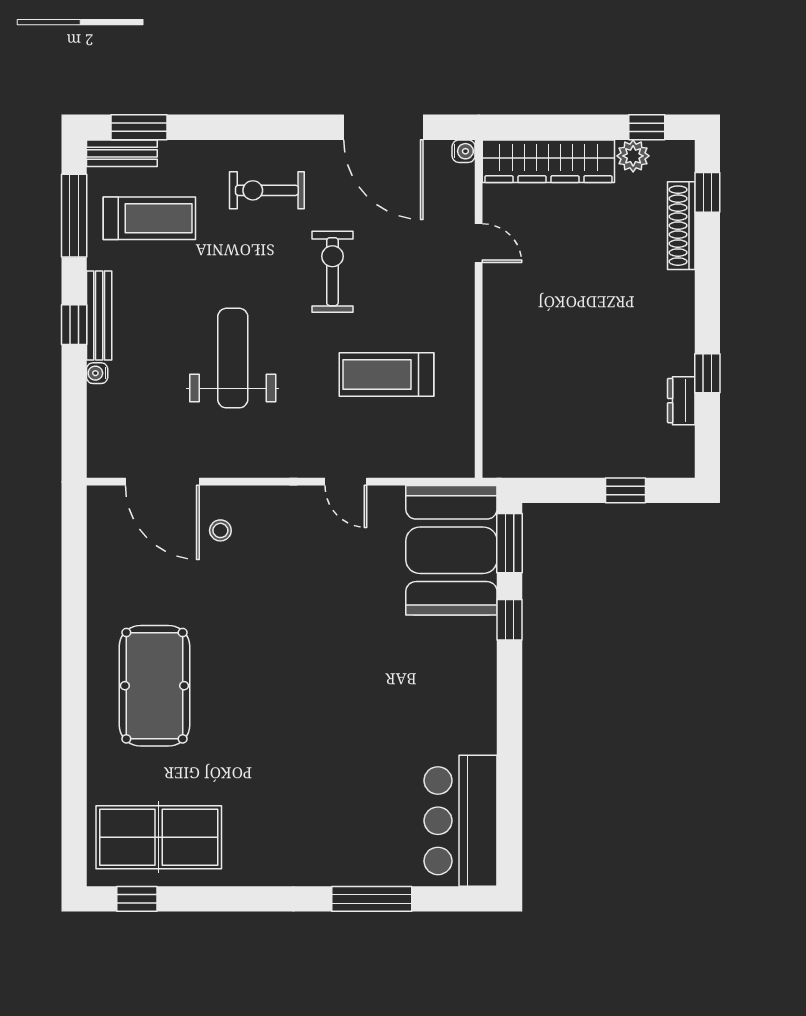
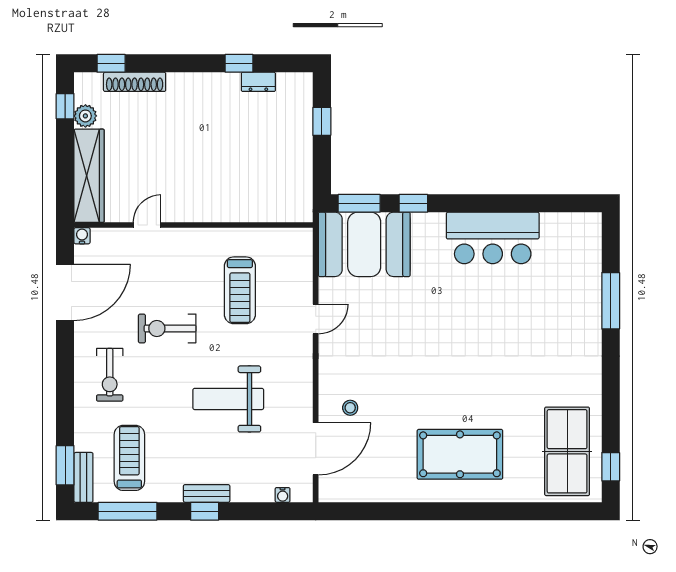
bench: (99, 316) -> (207, 493), width x0.73
water cooler: (97, 373) -> (283, 495), moved
bar counter: (461, 821) -> (493, 238), moved

